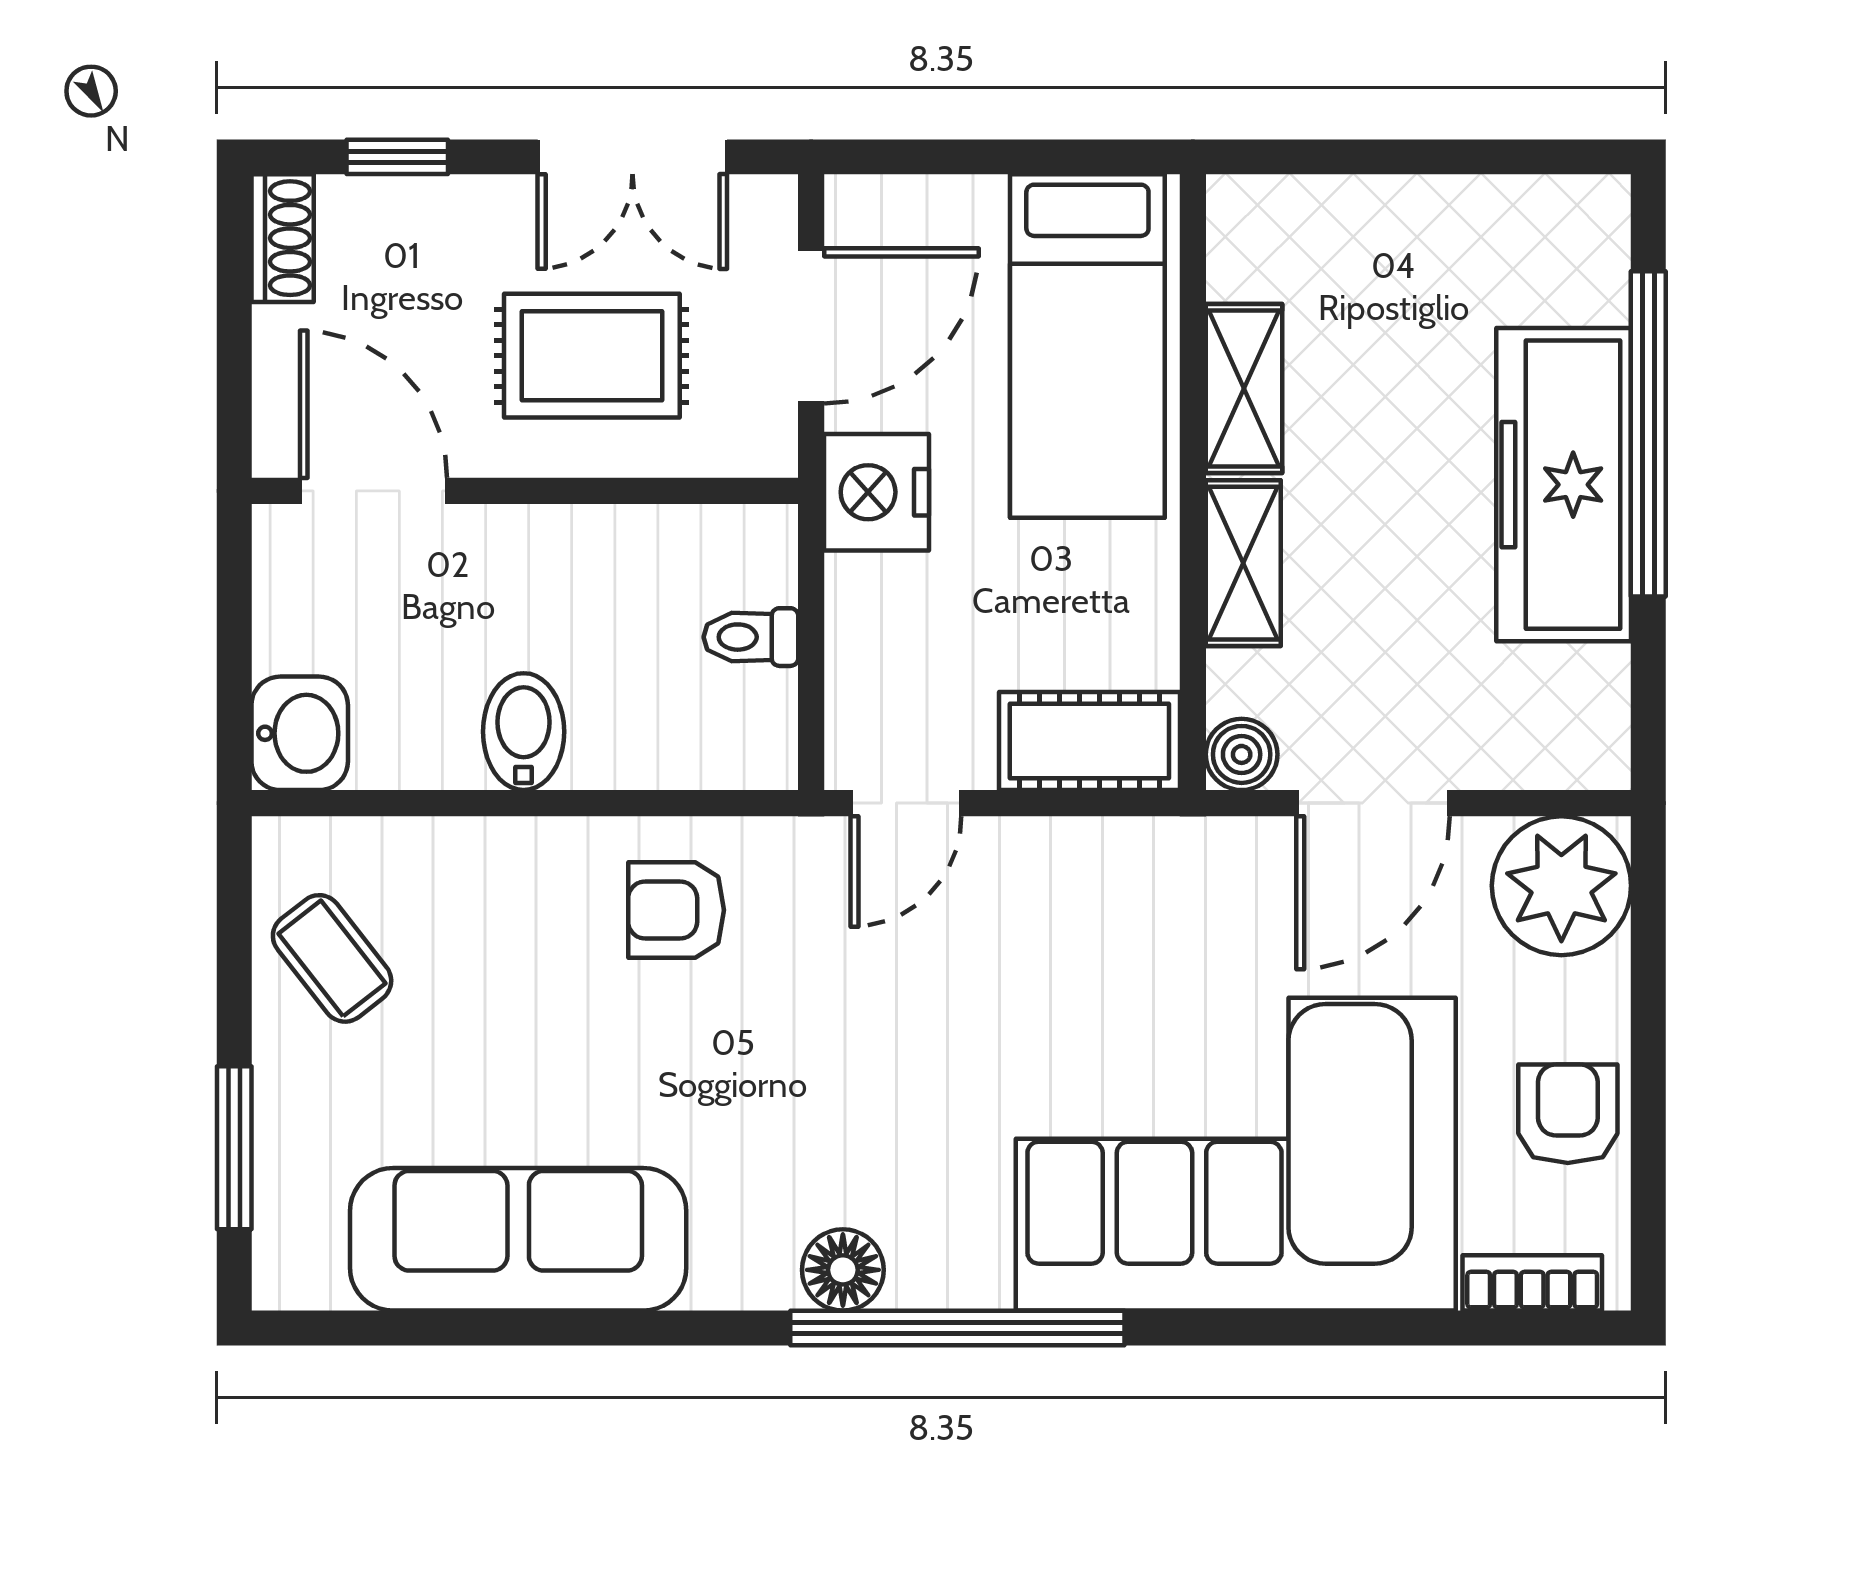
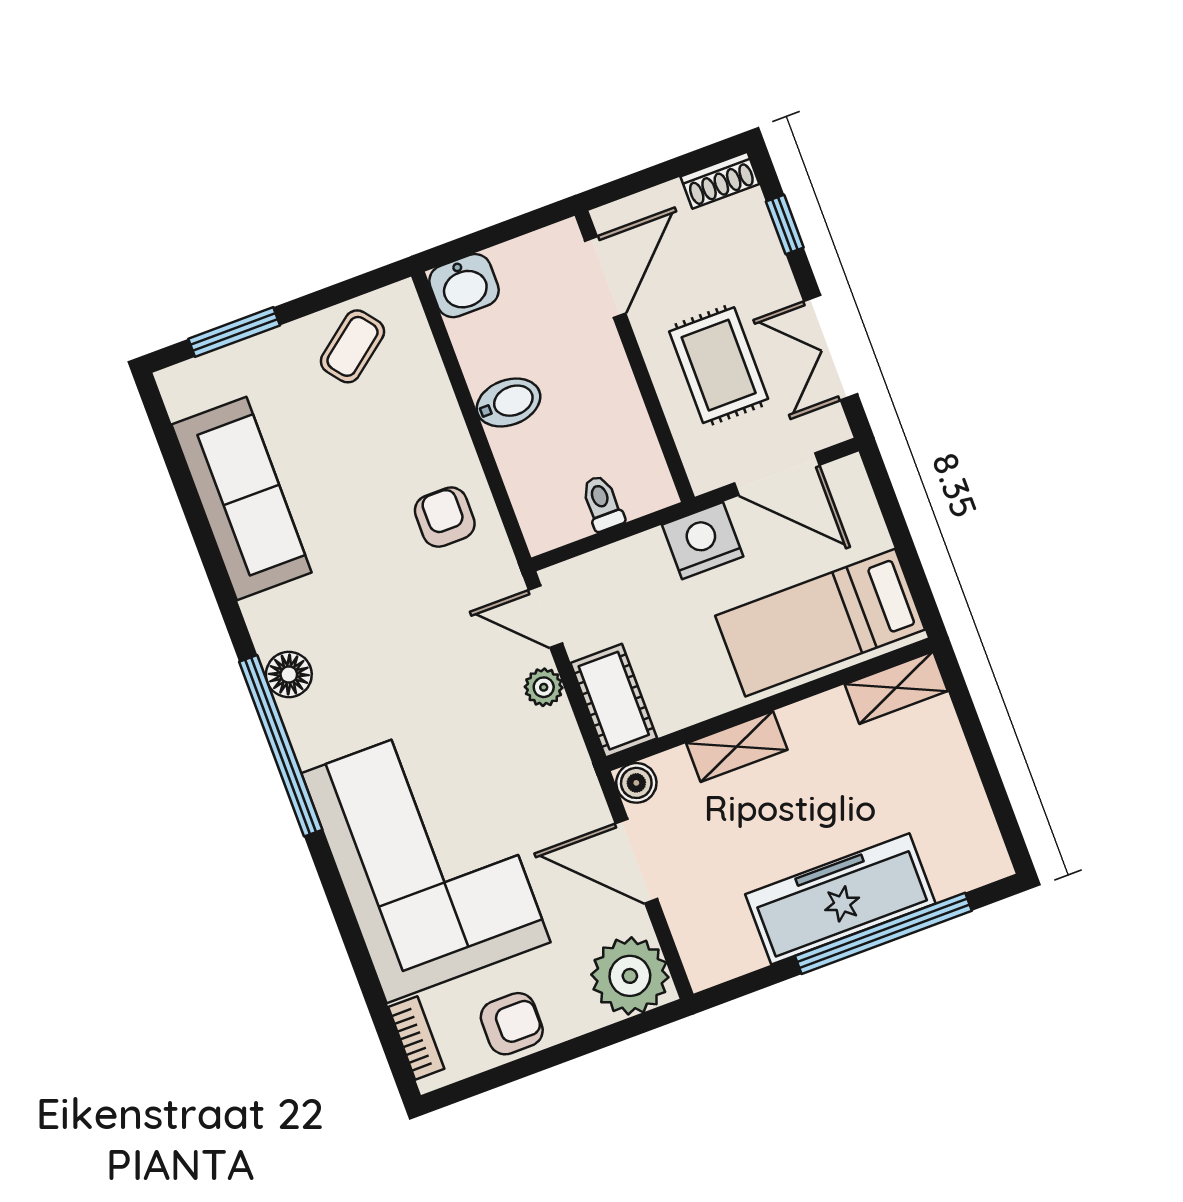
shelving: (1244, 389) -> (896, 688), moved
plant: (1023, 850) -> (544, 687), added

